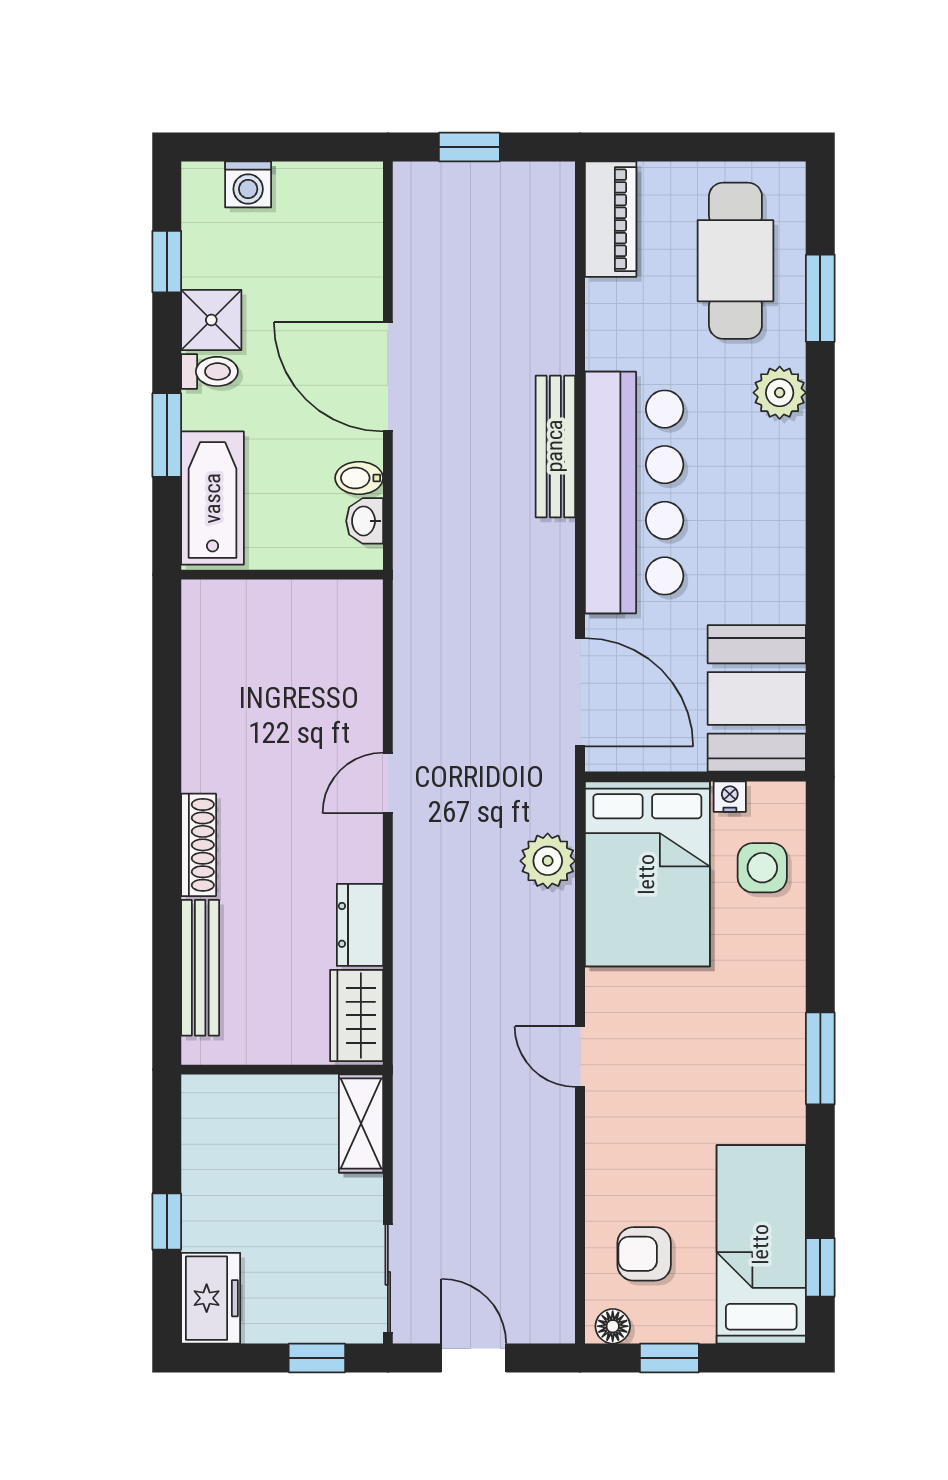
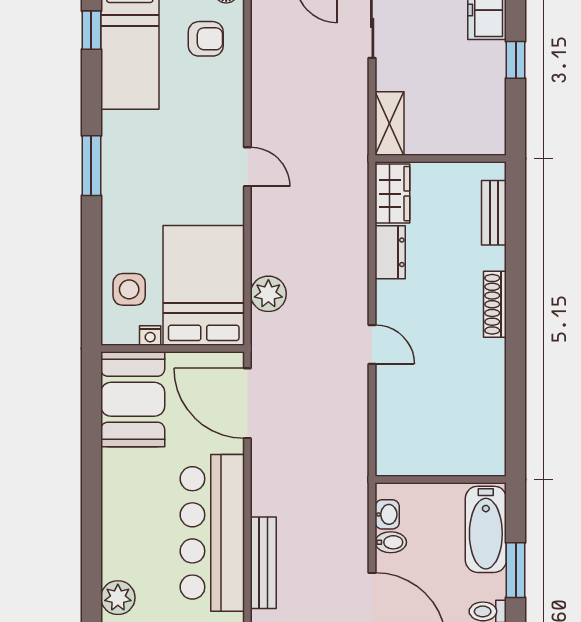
door: (388, 783) -> (372, 344), hinge flipped
bench: (200, 968) -> (494, 213), width x0.73

